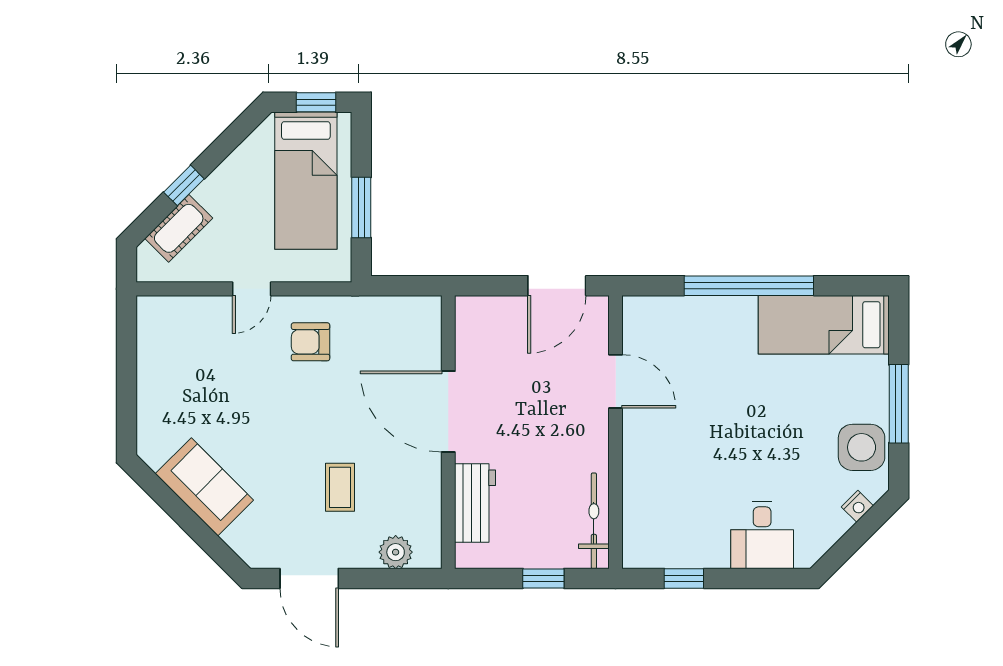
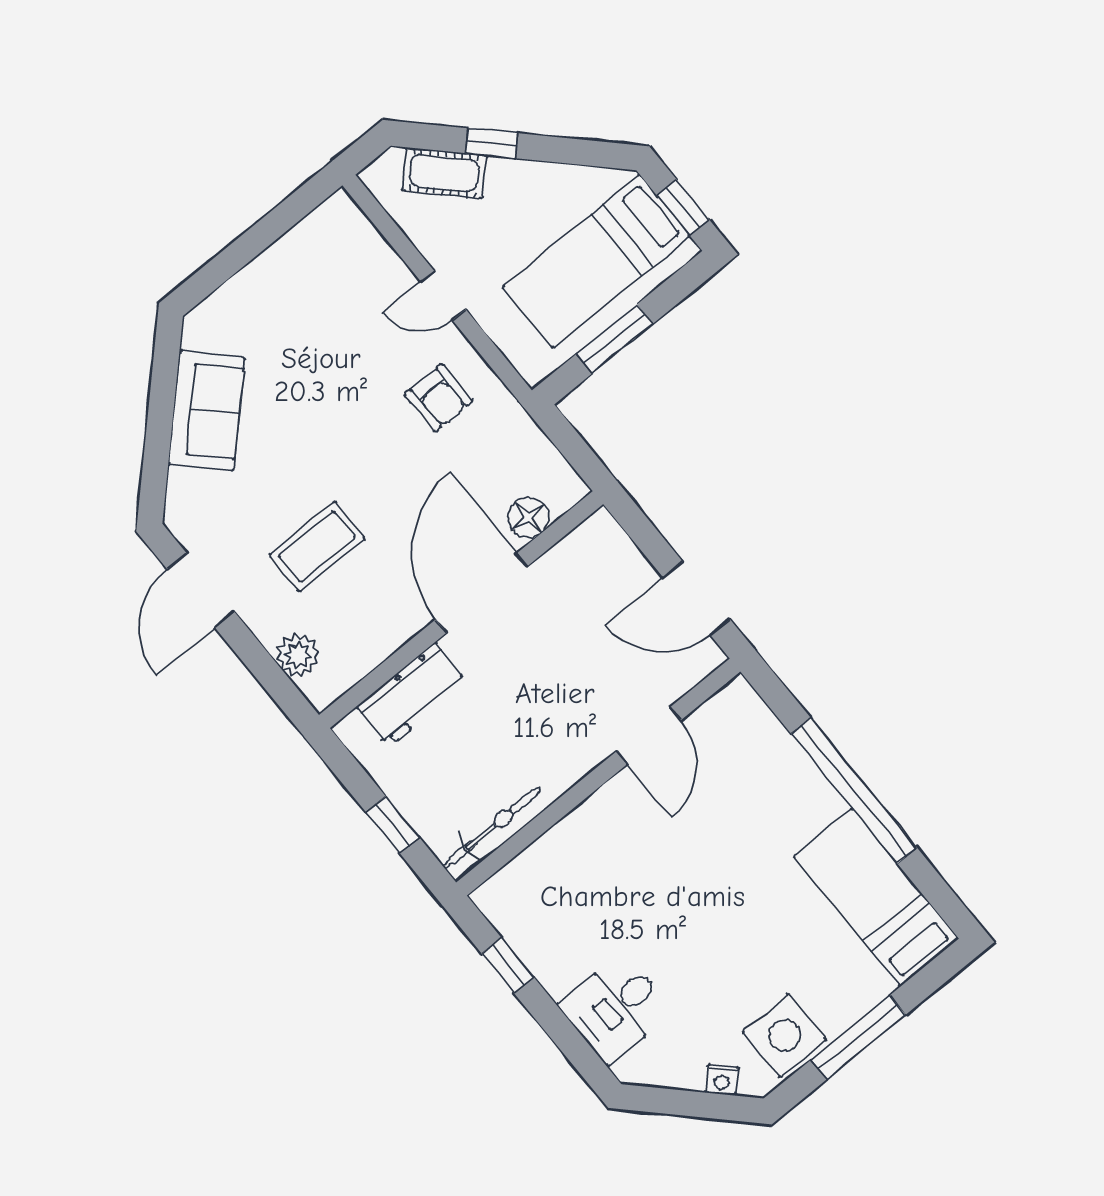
armchair: (310, 342) -> (439, 398), turned 180
floor lamp: (426, 347) -> (528, 518), added
coffee table: (340, 487) -> (317, 546), width x1.36, depth x1.30

